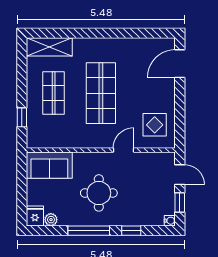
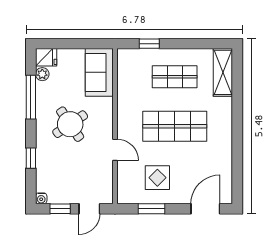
door: (180, 64) -> (205, 209), hinge flipped
window: (180, 115) -> (151, 209), added
display table: (155, 125) -> (157, 178), moved
round table: (99, 193) -> (70, 124), turned -34
window: (89, 231) -> (31, 97), moved

